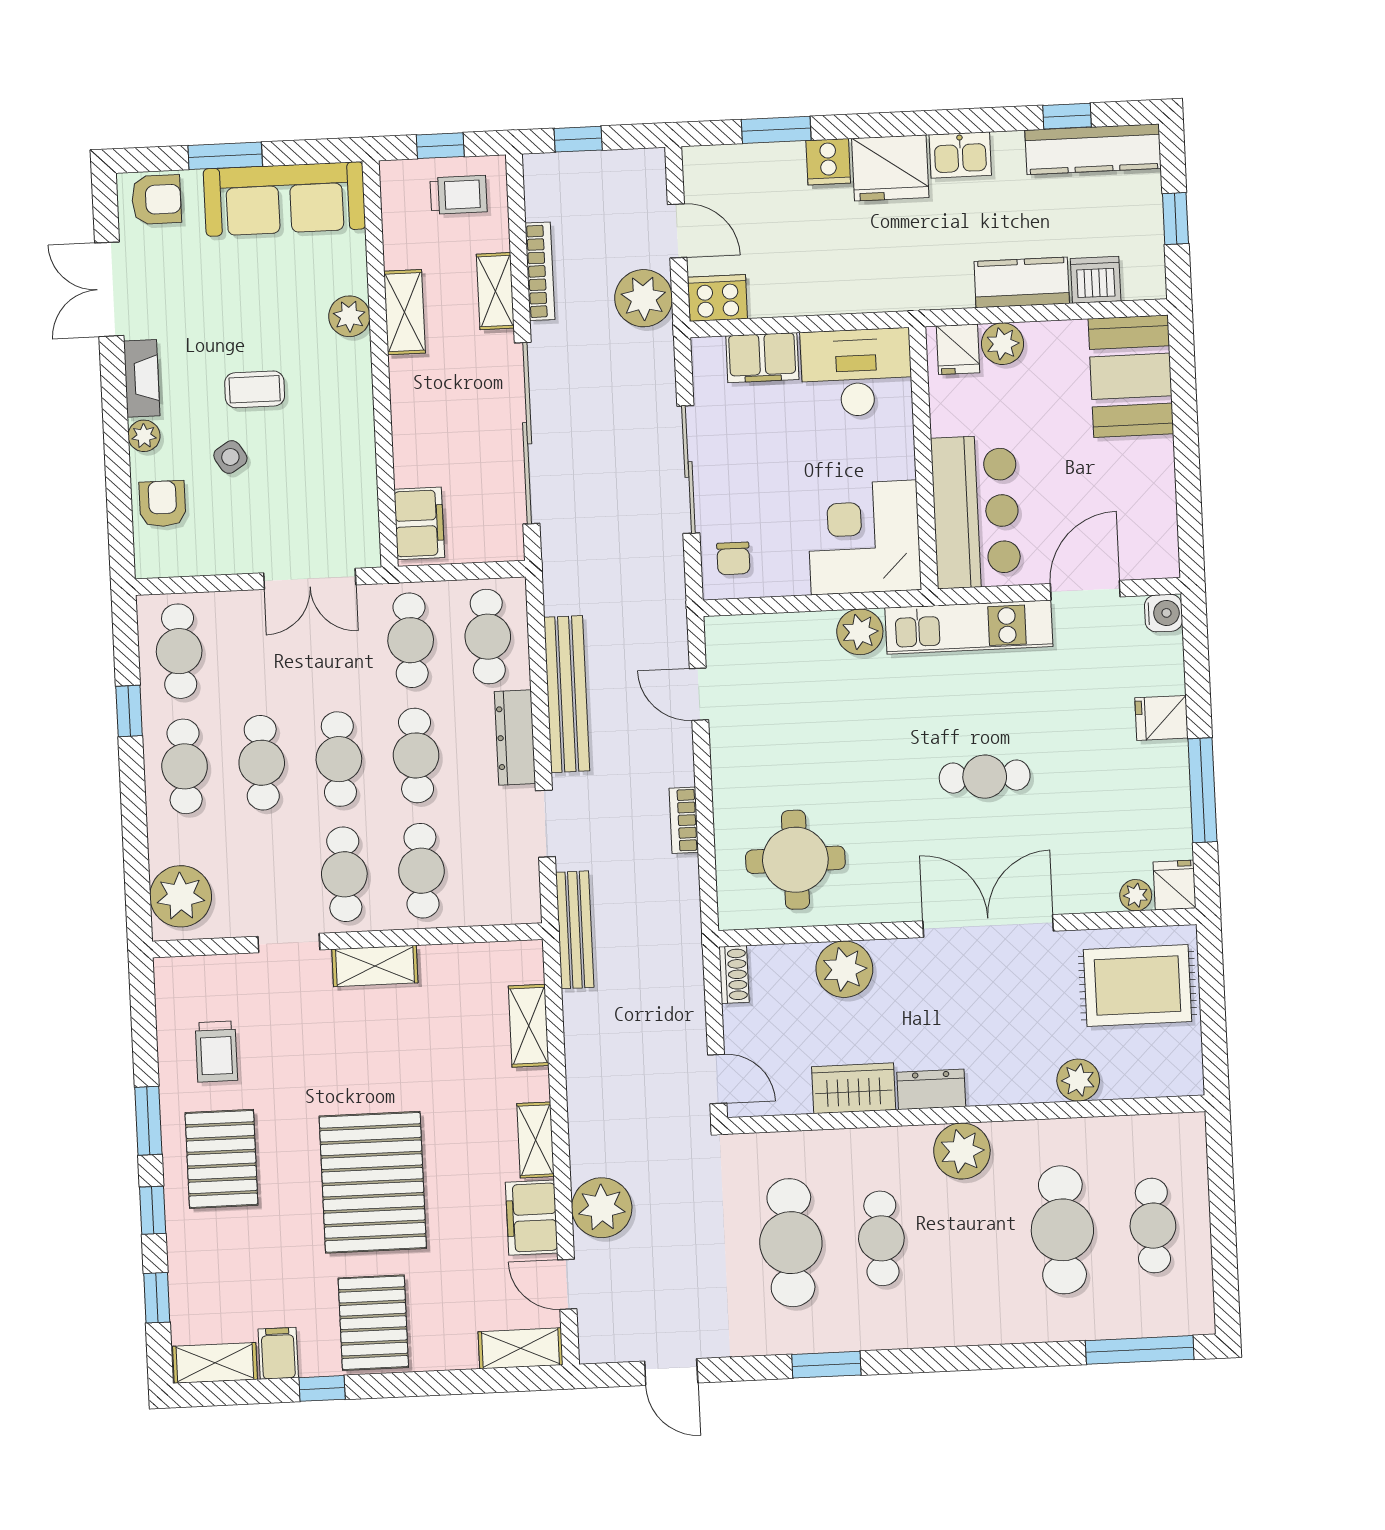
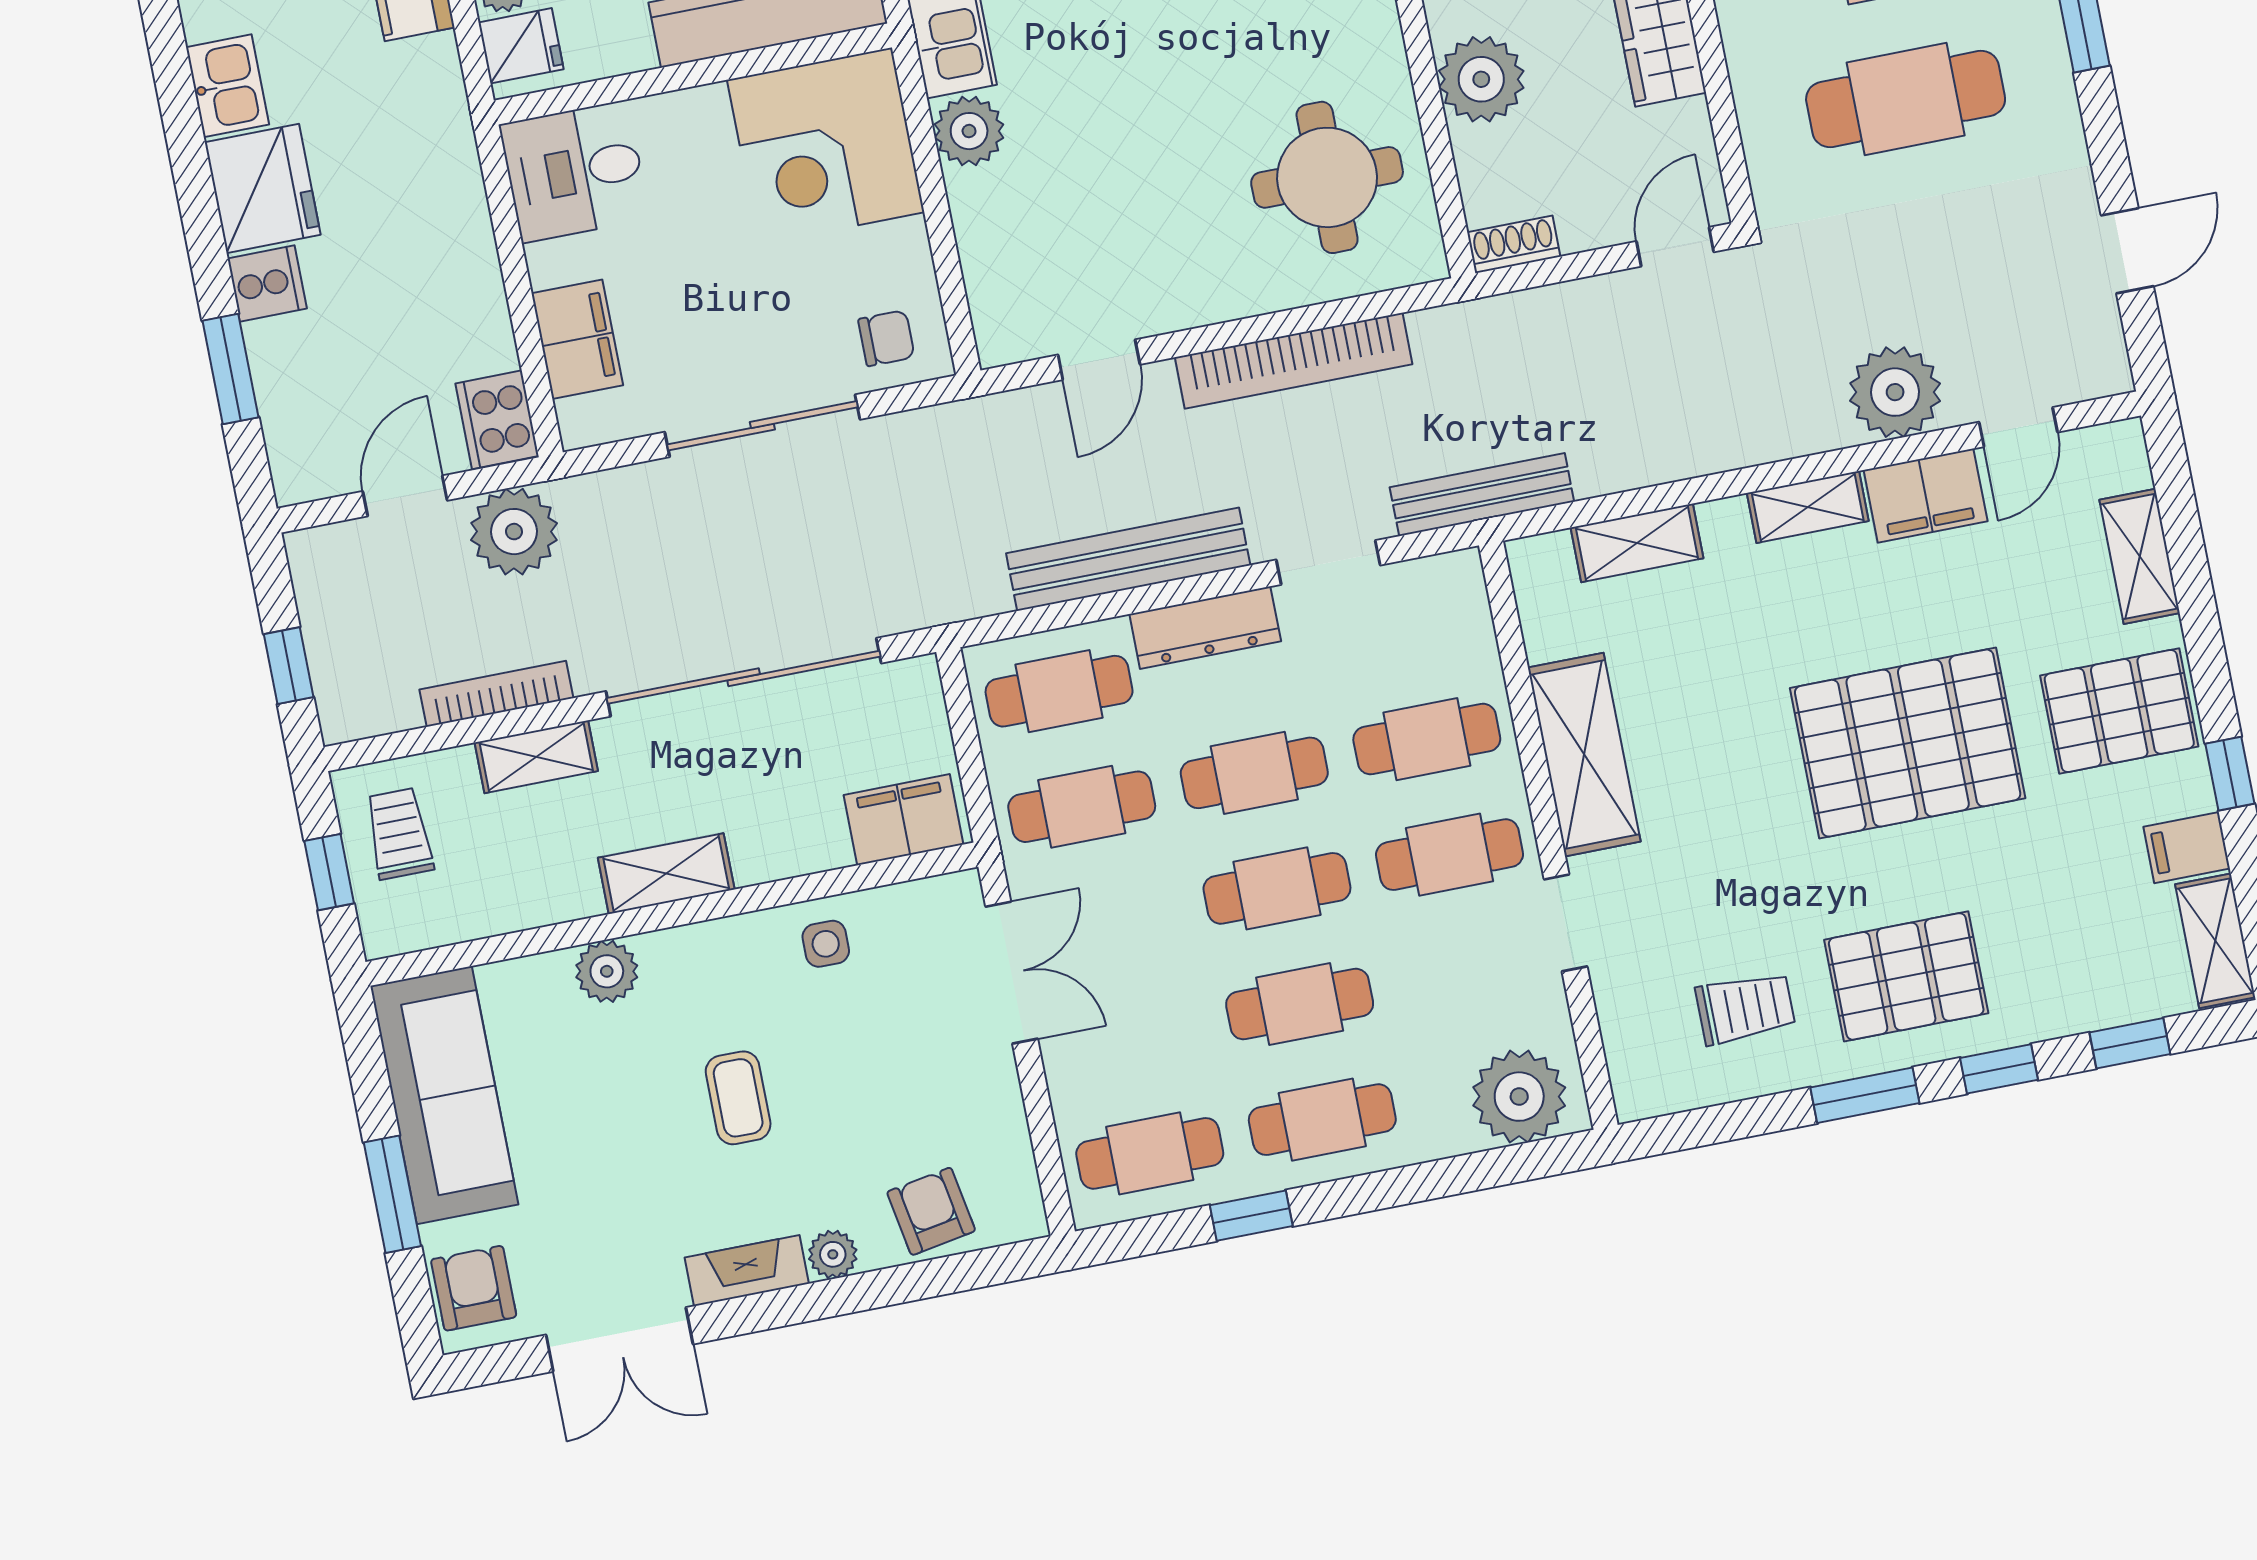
shelving: (405, 312) -> (666, 874), moved
desk: (856, 373) -> (575, 172), width x0.73
side table: (230, 457) -> (826, 944), moved, turned 32
armchair: (162, 504) -> (931, 1211), turned 80
bookcase: (684, 820) -> (1294, 361), width x2.31, depth x1.31
shelving: (375, 966) -> (1584, 755), width x1.50, depth x1.33
shelving: (521, 1348) -> (2140, 556), moved

